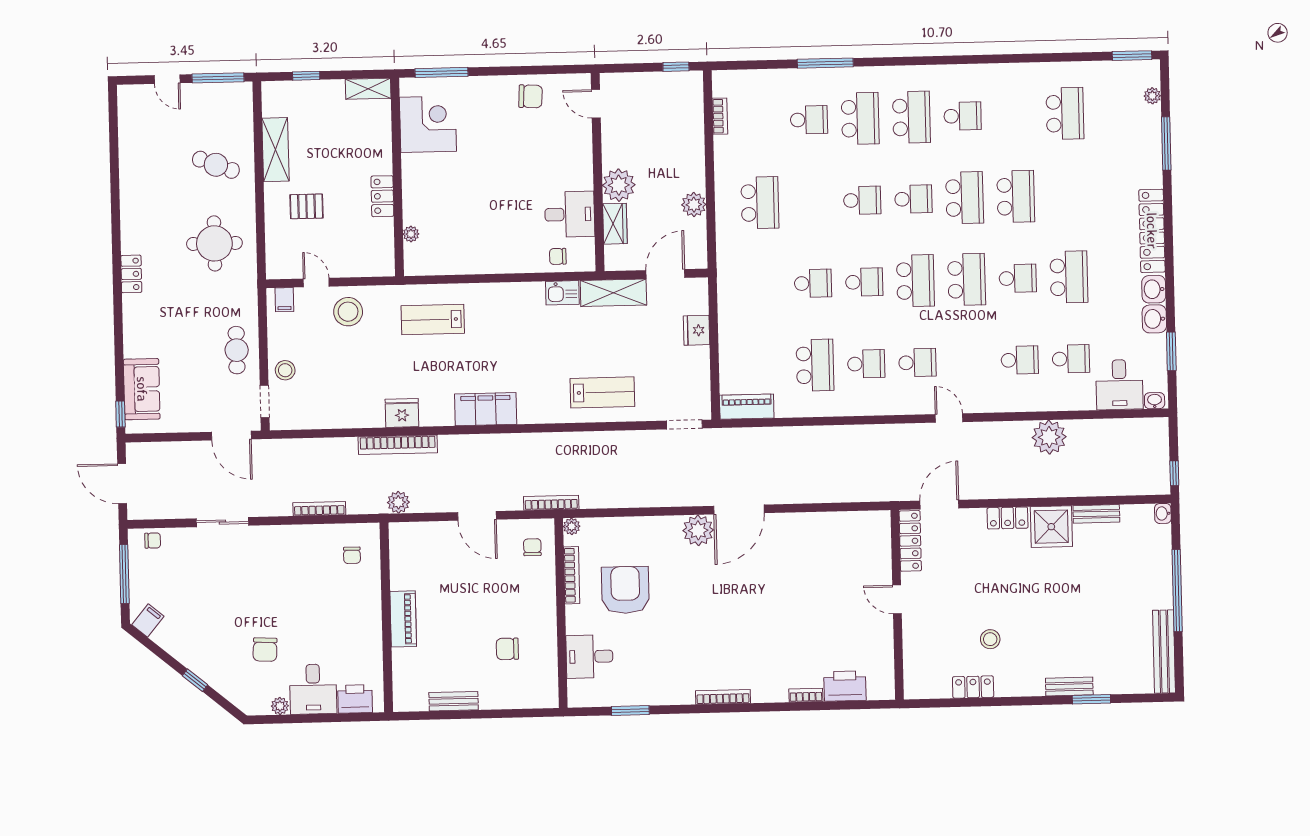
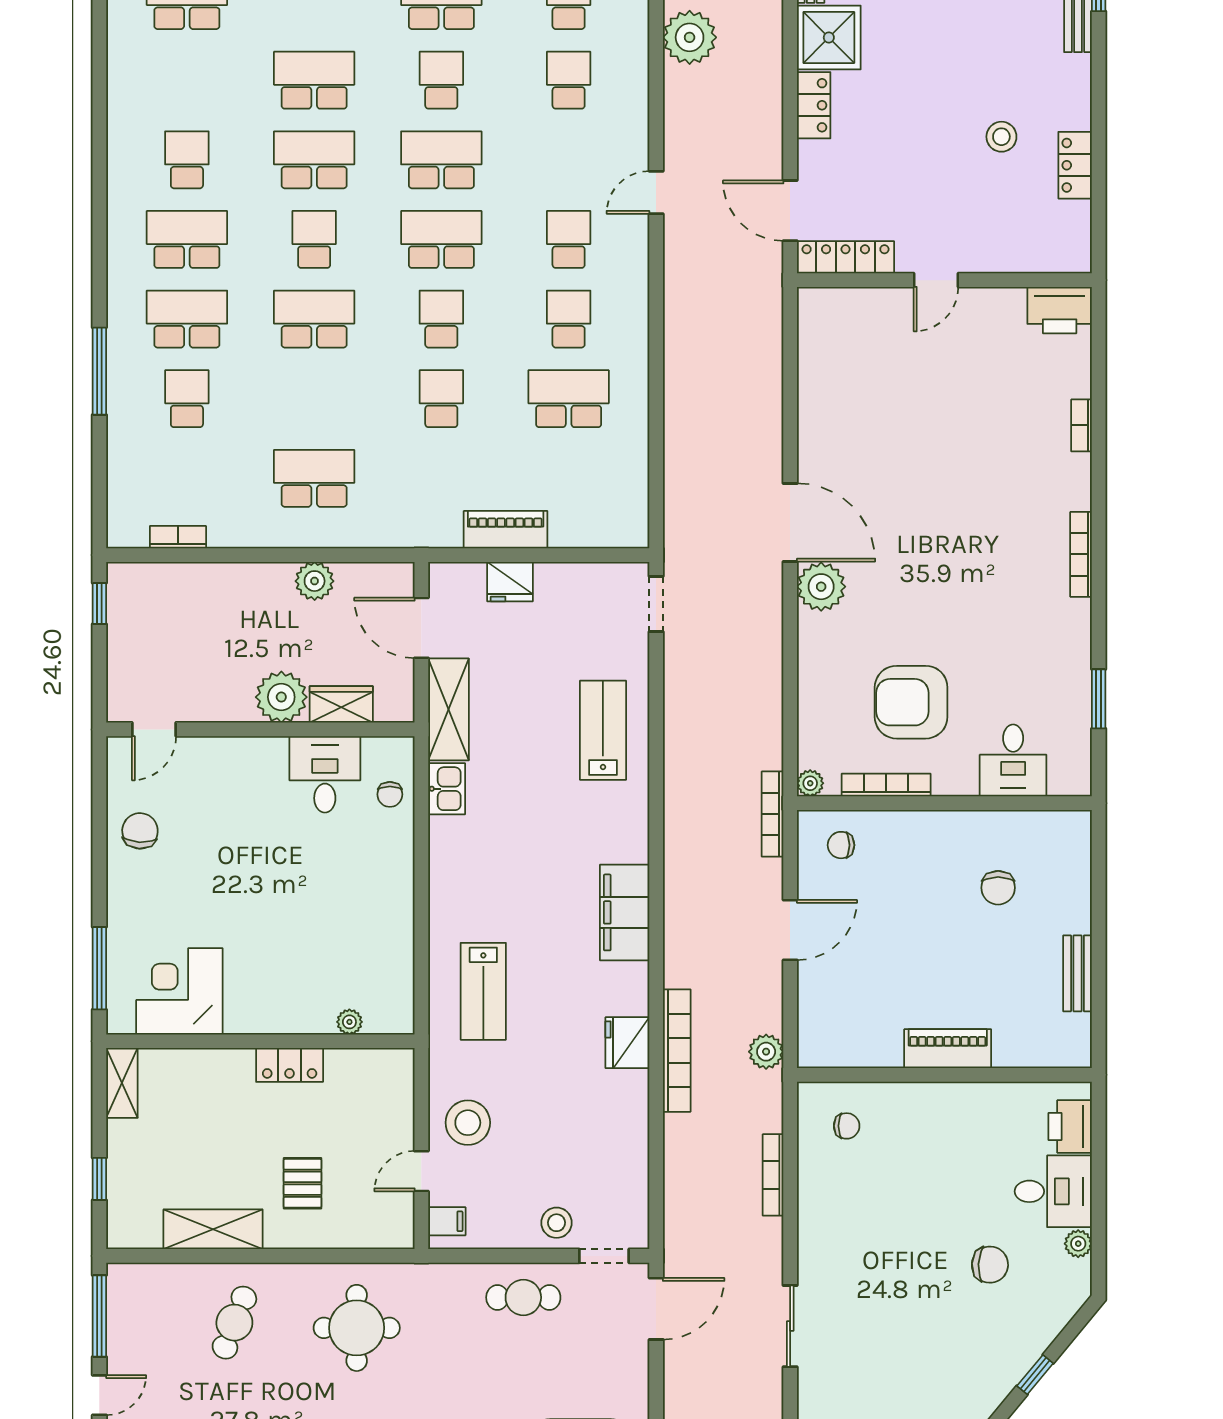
school desk: (862, 200) -> (314, 319), width x1.85
piano: (747, 407) -> (506, 530), moved, turned 90
printer: (845, 686) -> (1060, 310), moved, turned -90

